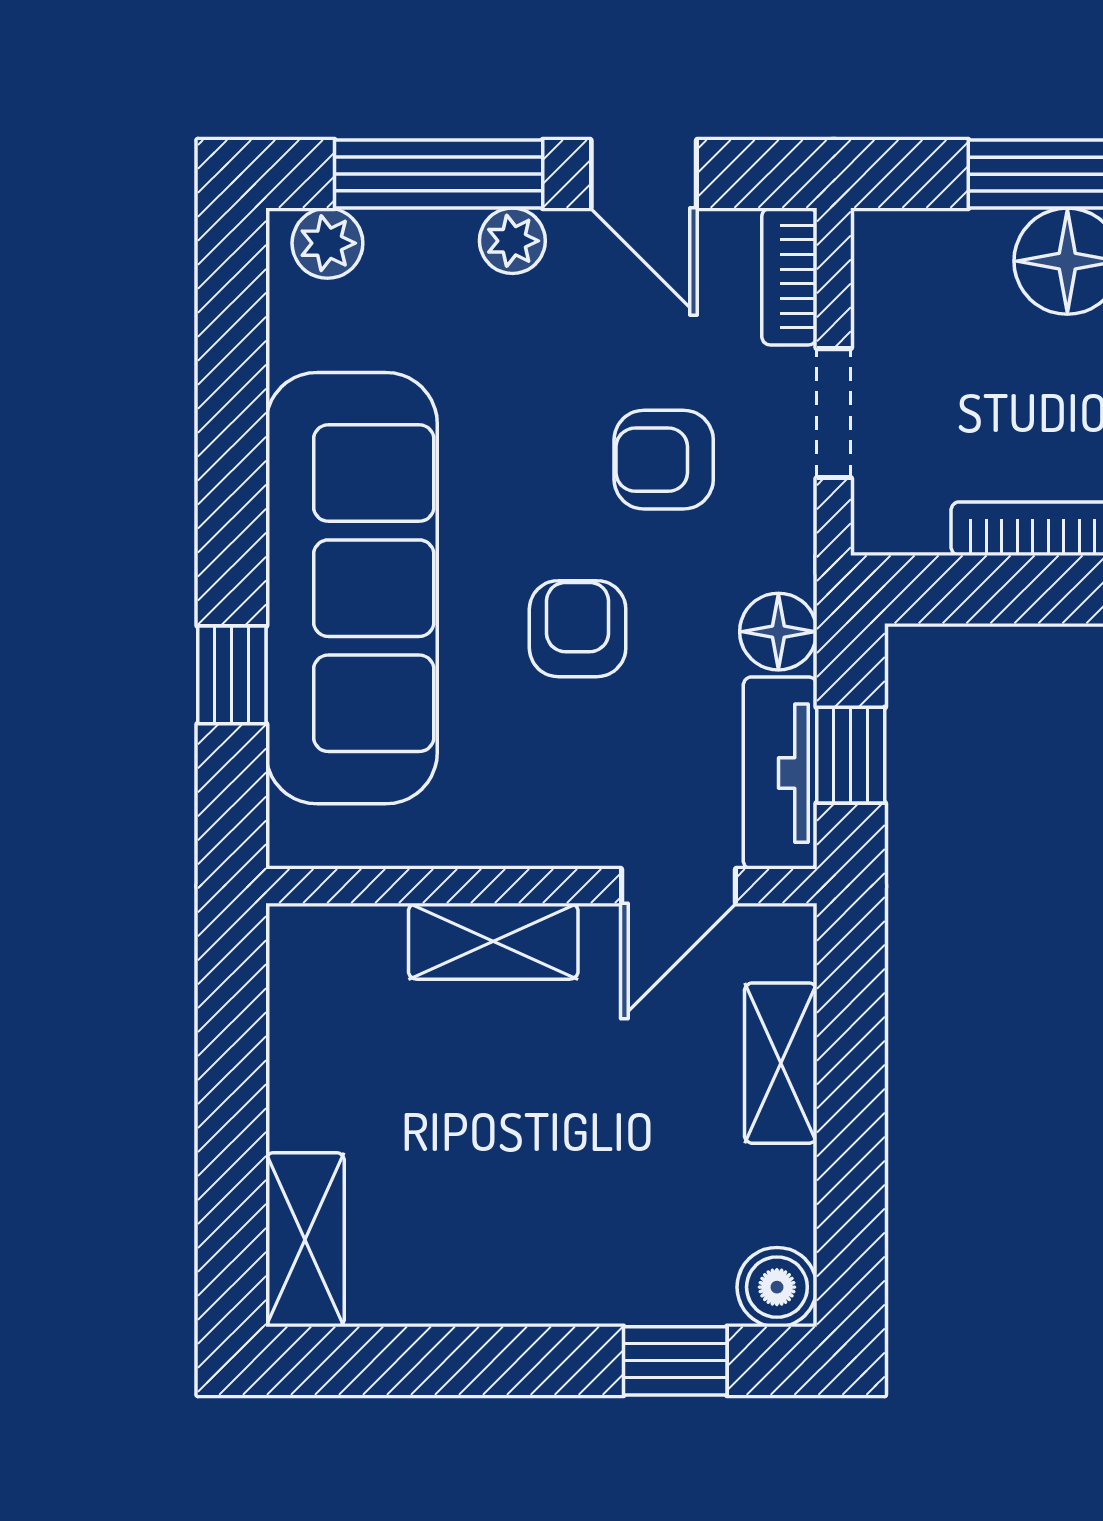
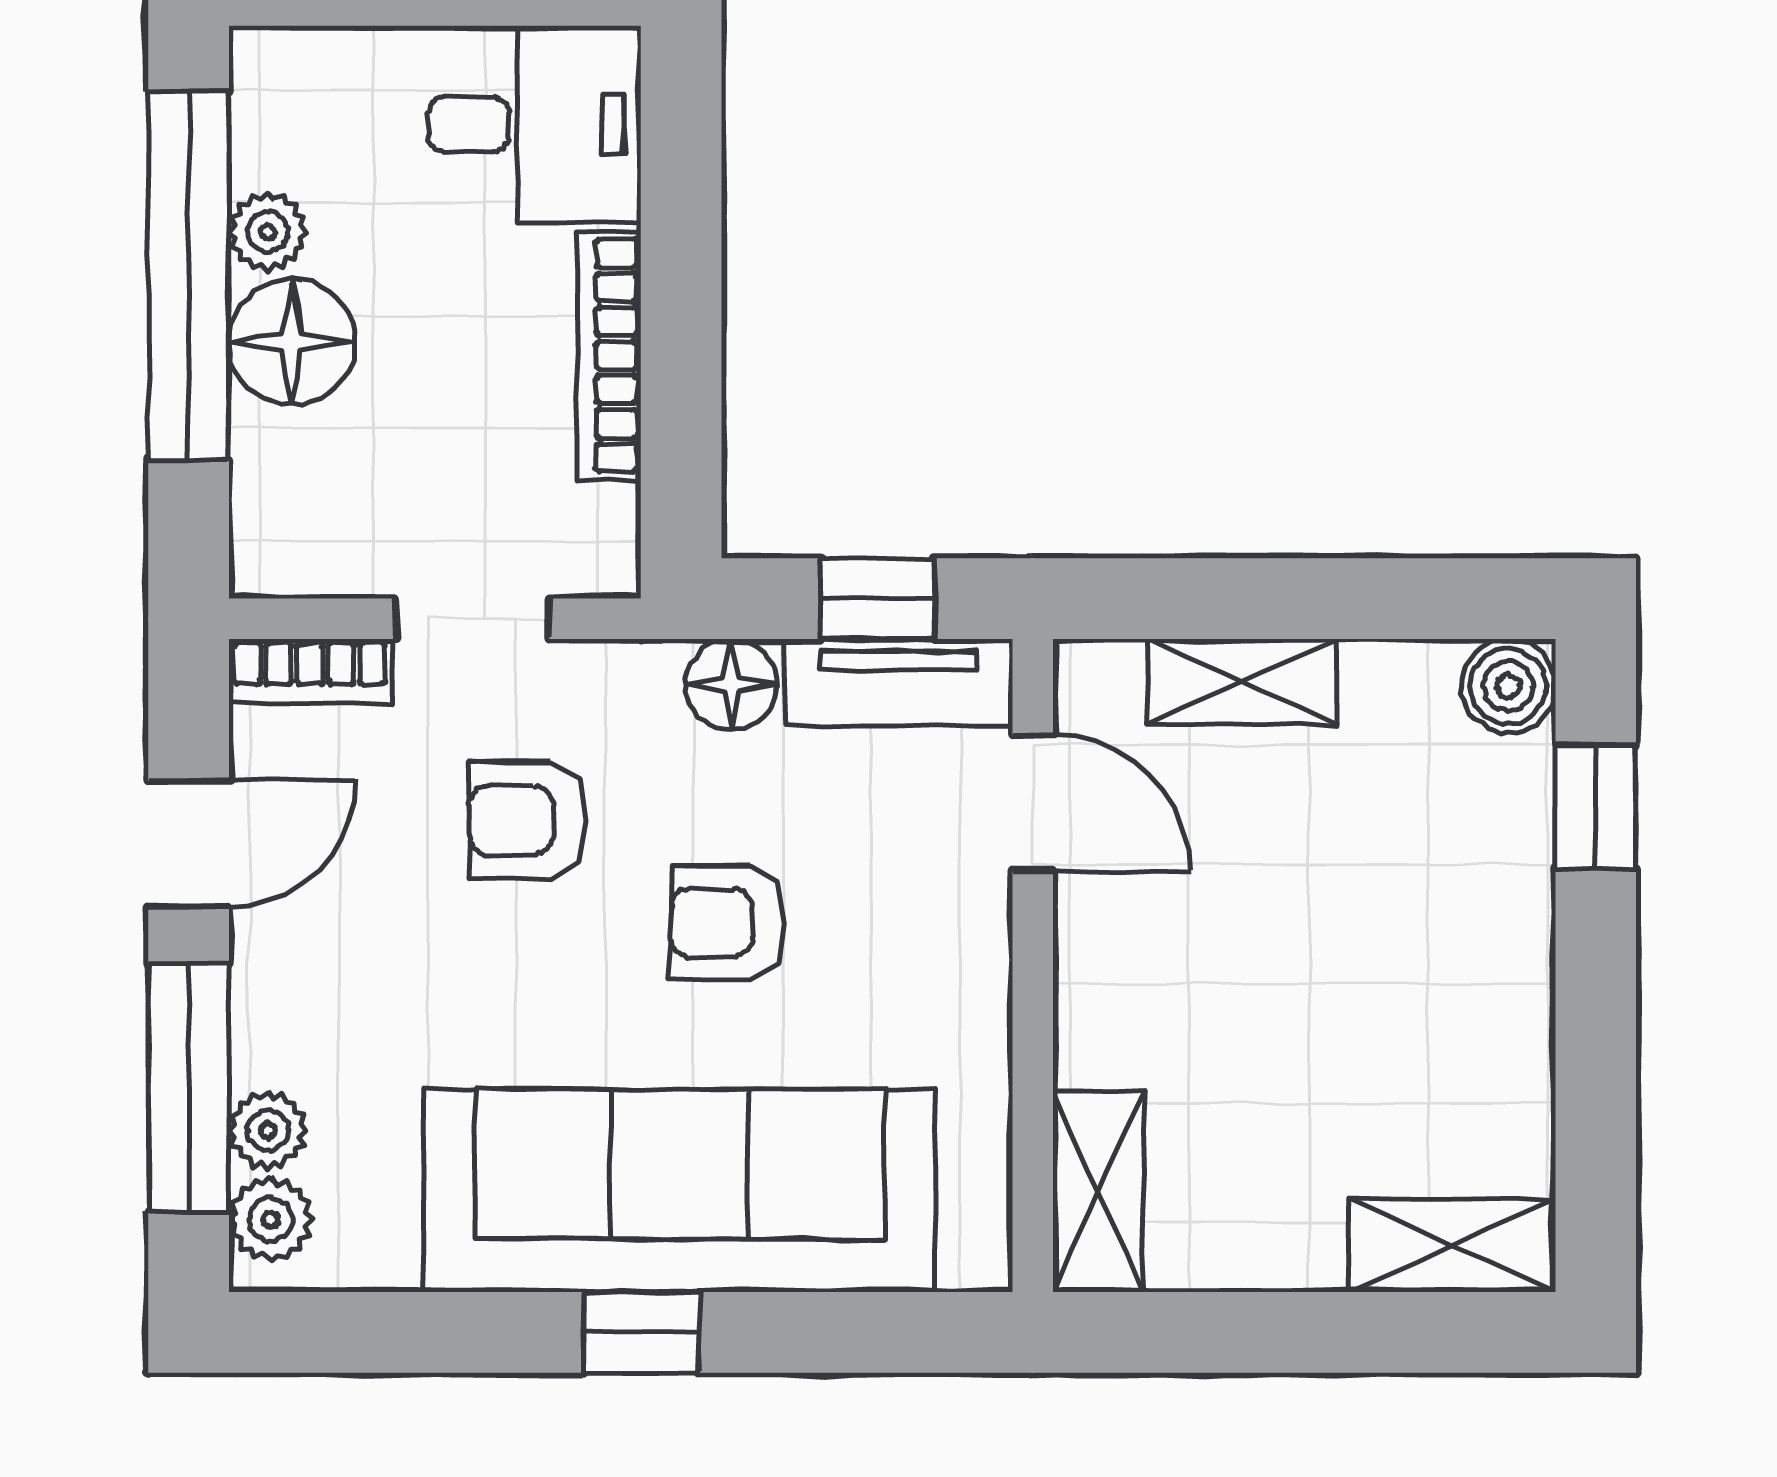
plant: (512, 241) -> (268, 1130), moved
armchair: (664, 460) -> (527, 820), turned 90
window: (232, 675) -> (641, 1332), moved
shelving: (493, 941) -> (1098, 1192), moved

